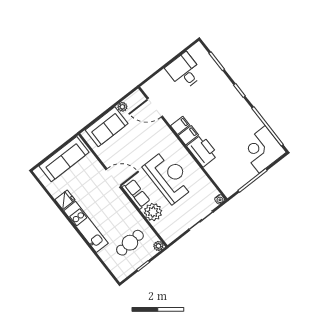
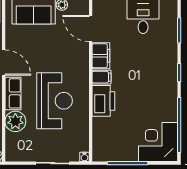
filing cabinet: (180, 125) -> (101, 56), width x2.00

